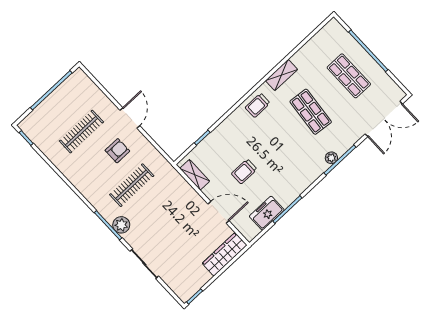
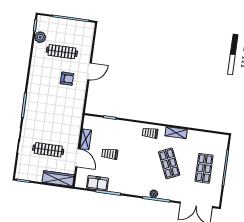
shop shelf: (311, 112) -> (169, 163), turned -30
shelving: (195, 175) -> (86, 139), moved
clothes rail: (132, 185) -> (48, 150), moved
plant: (121, 225) -> (40, 37), moved

